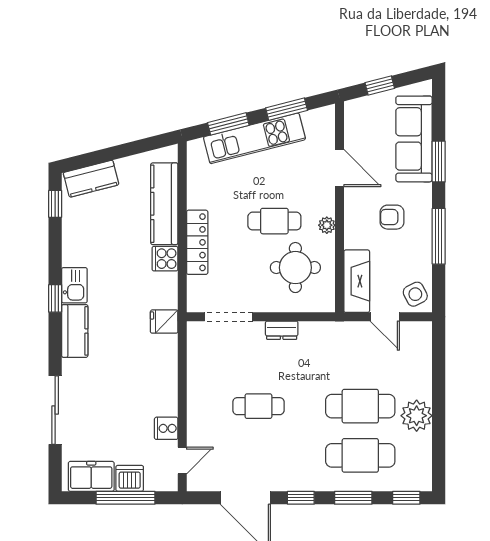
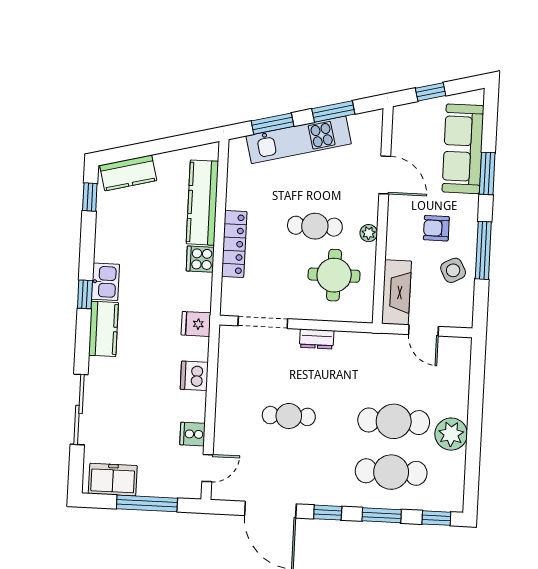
side table: (415, 294) -> (453, 270), moved
dishwasher: (130, 478) -> (194, 376), moved, turned -90

